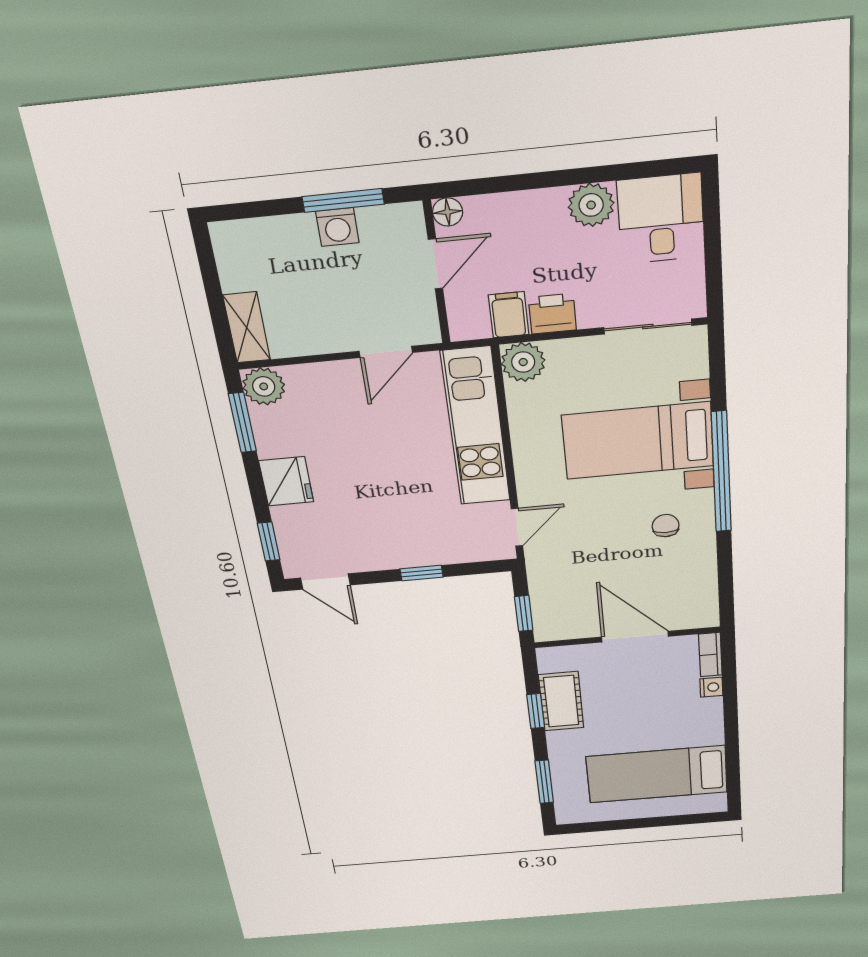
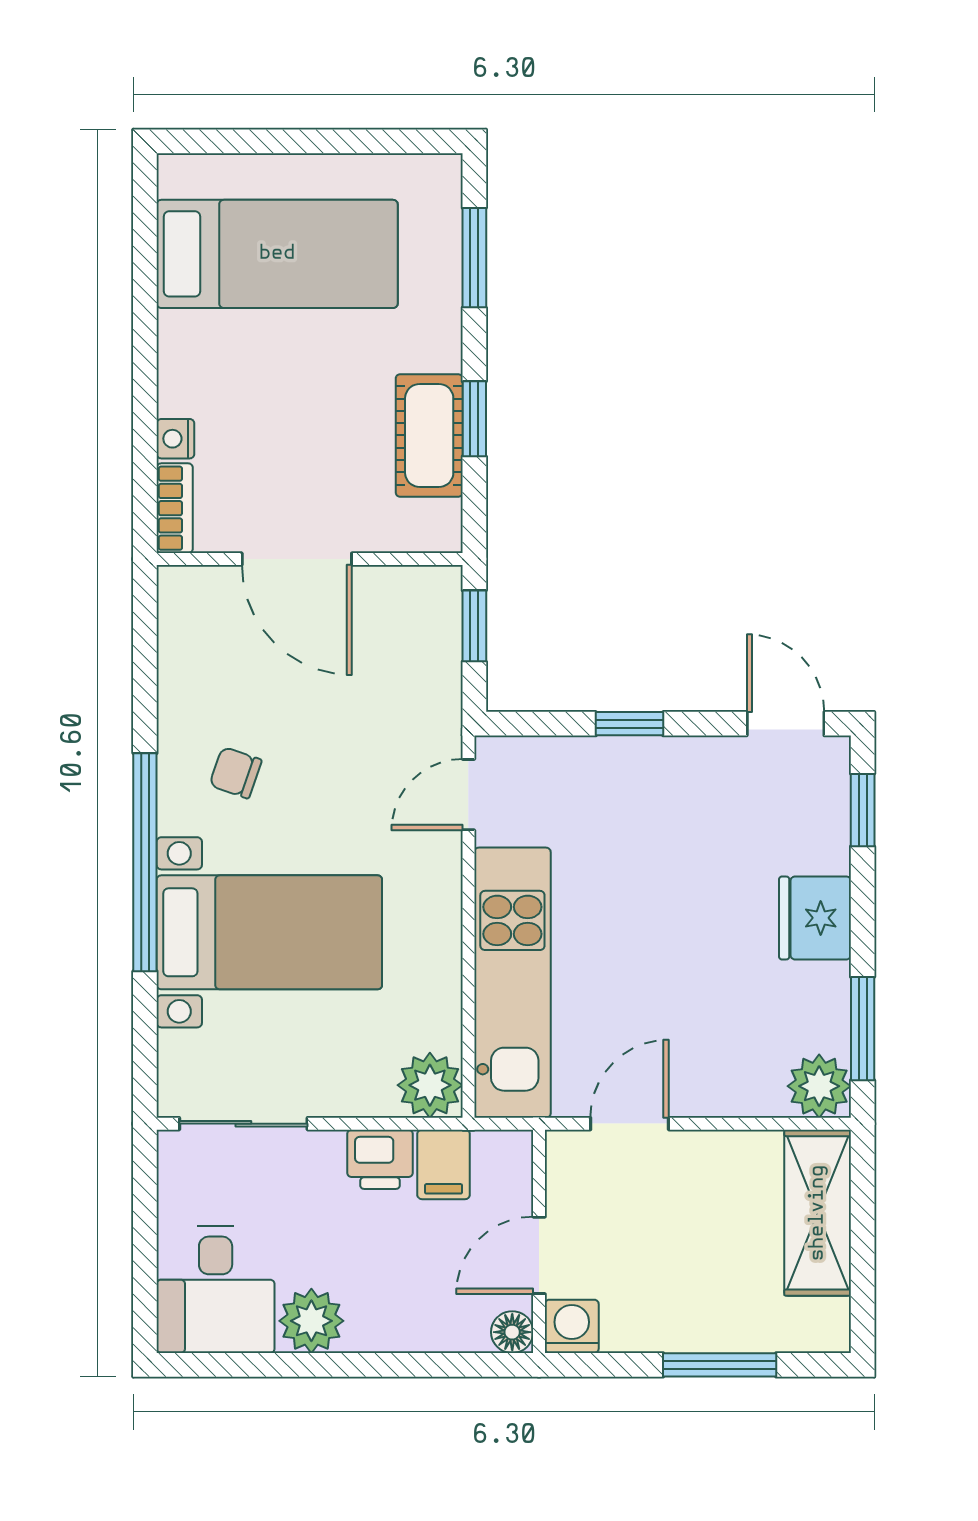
window: (343, 200) -> (720, 1365), moved
washing machine: (337, 227) -> (572, 1326), moved
shelving: (247, 328) -> (818, 1213), width x1.50, depth x1.33
chair: (666, 526) -> (235, 773), turned 109

